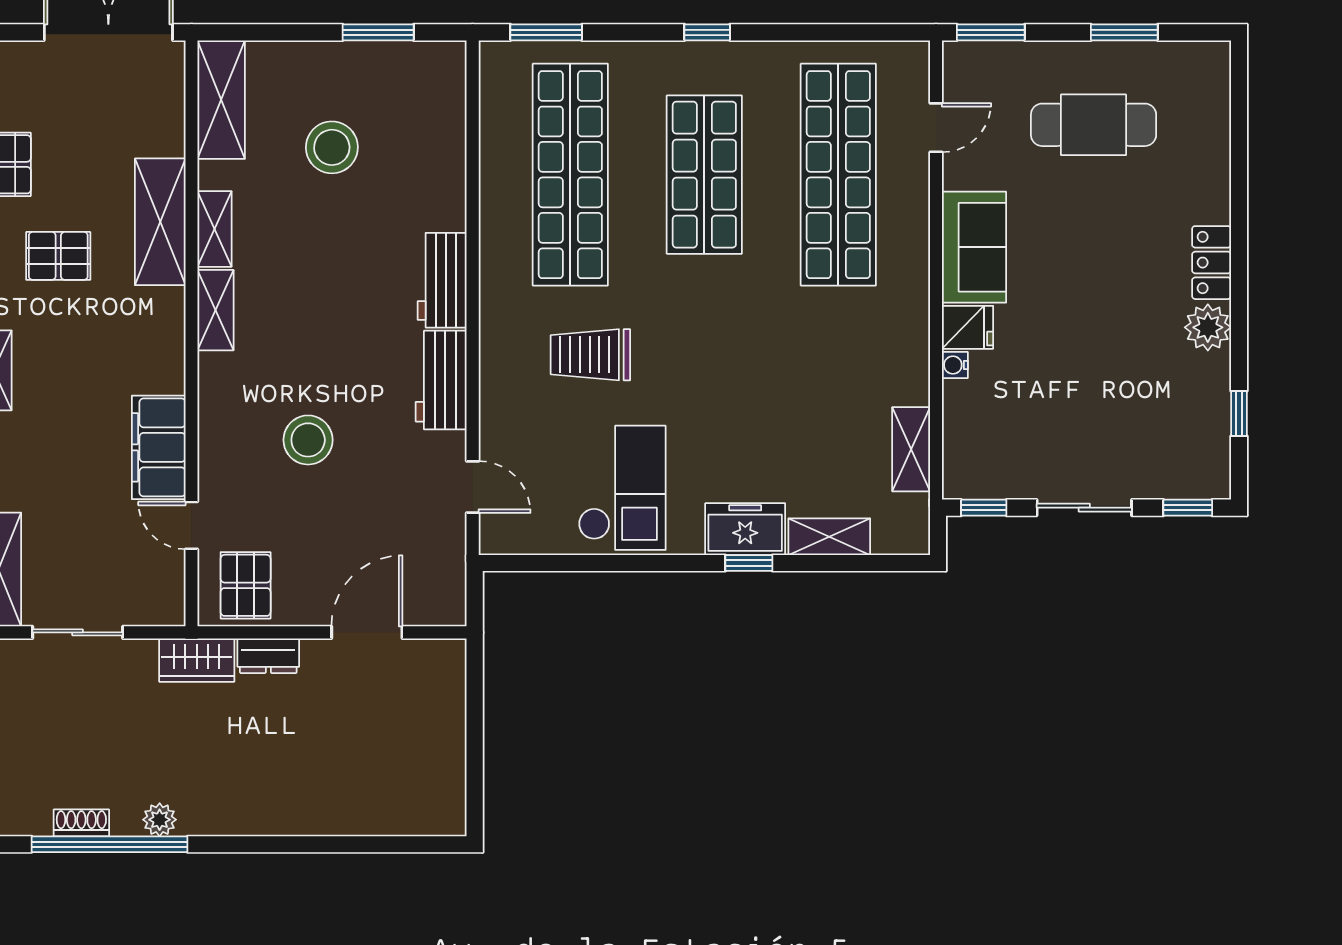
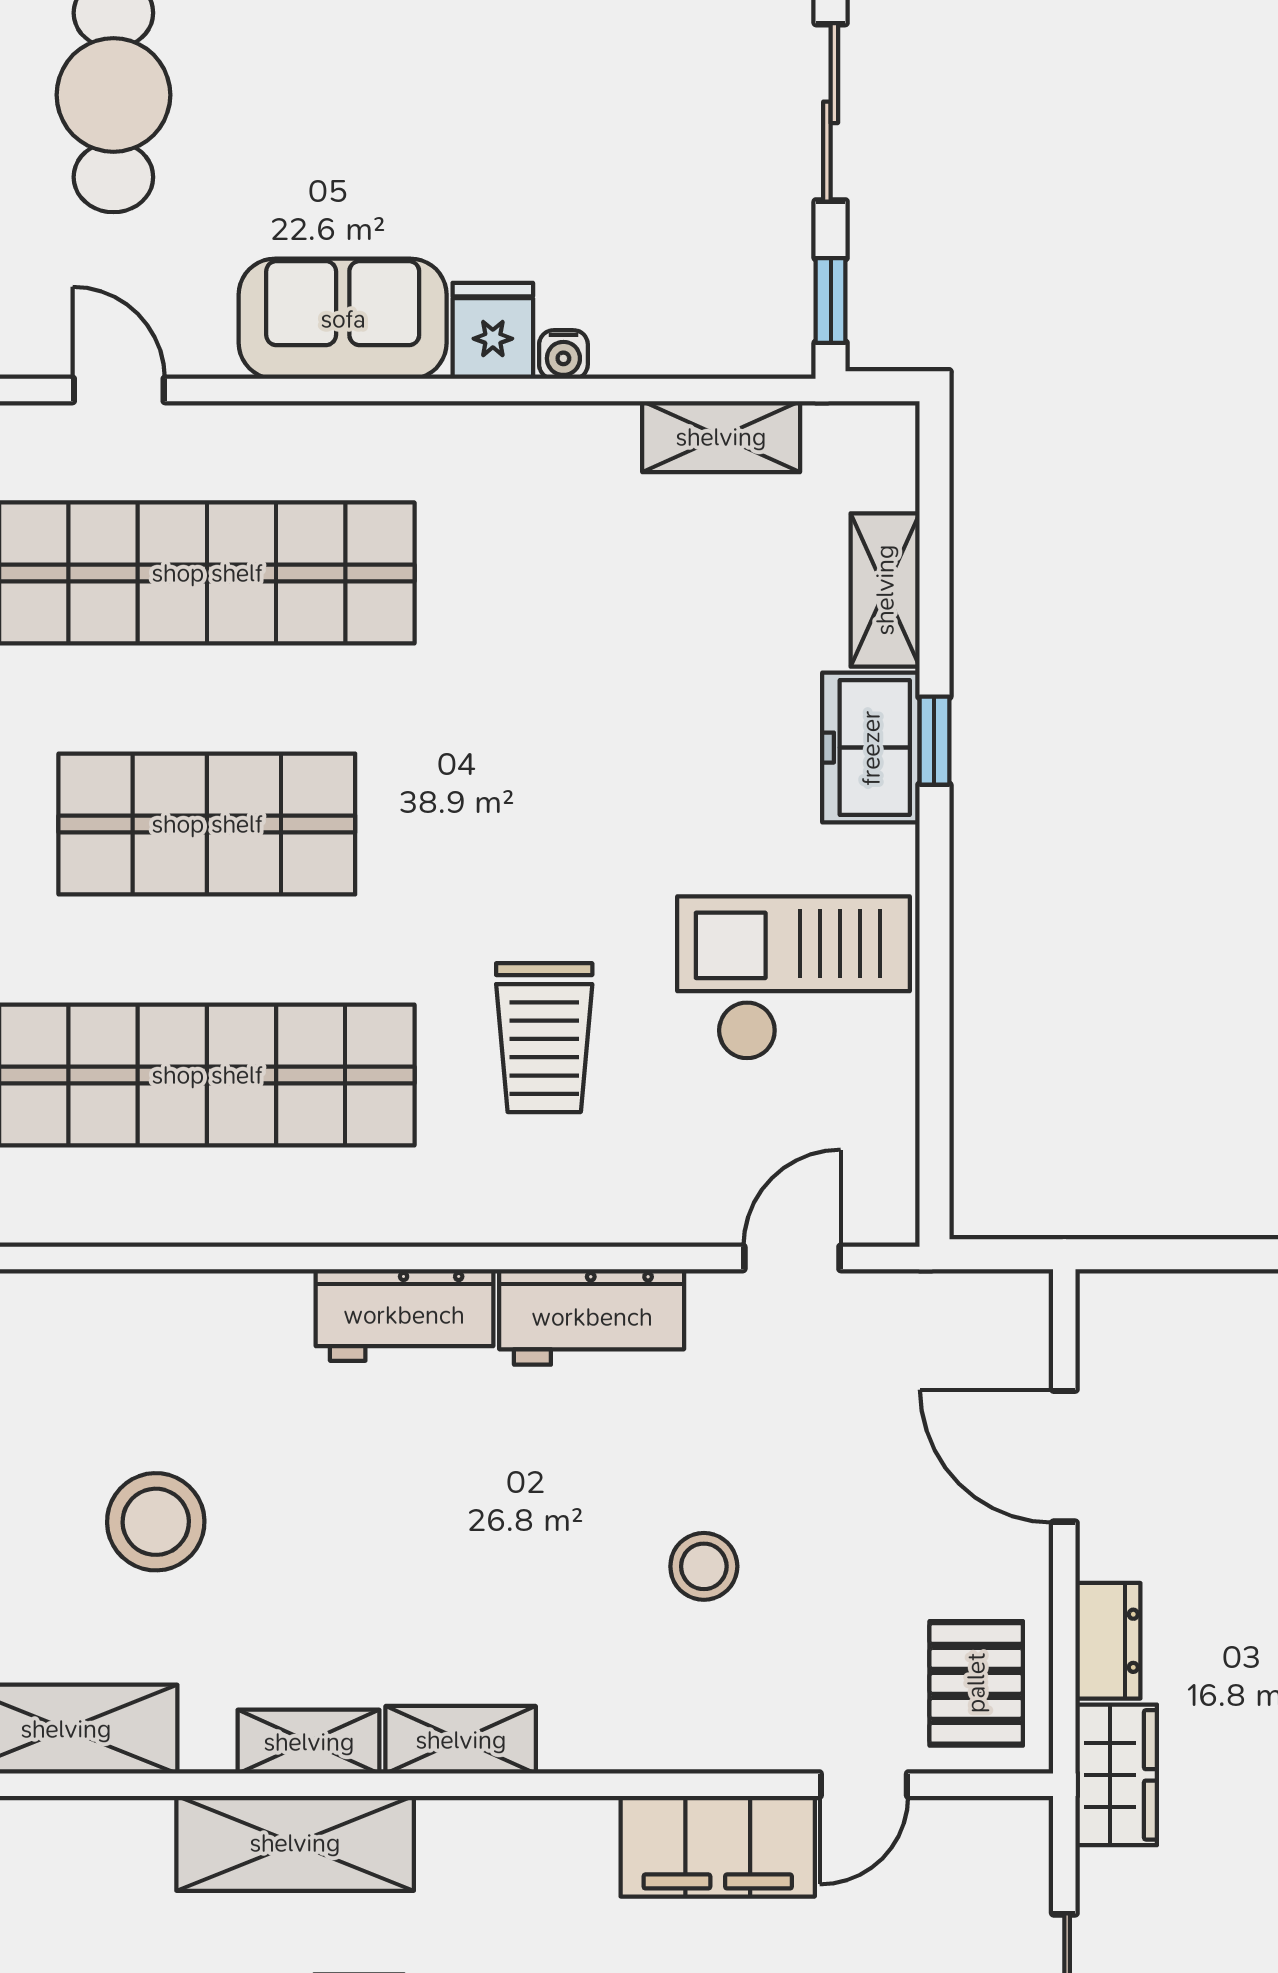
stool: (308, 440) -> (704, 1566), width x0.73, depth x0.73
pallet: (246, 585) -> (976, 1683), turned 90

